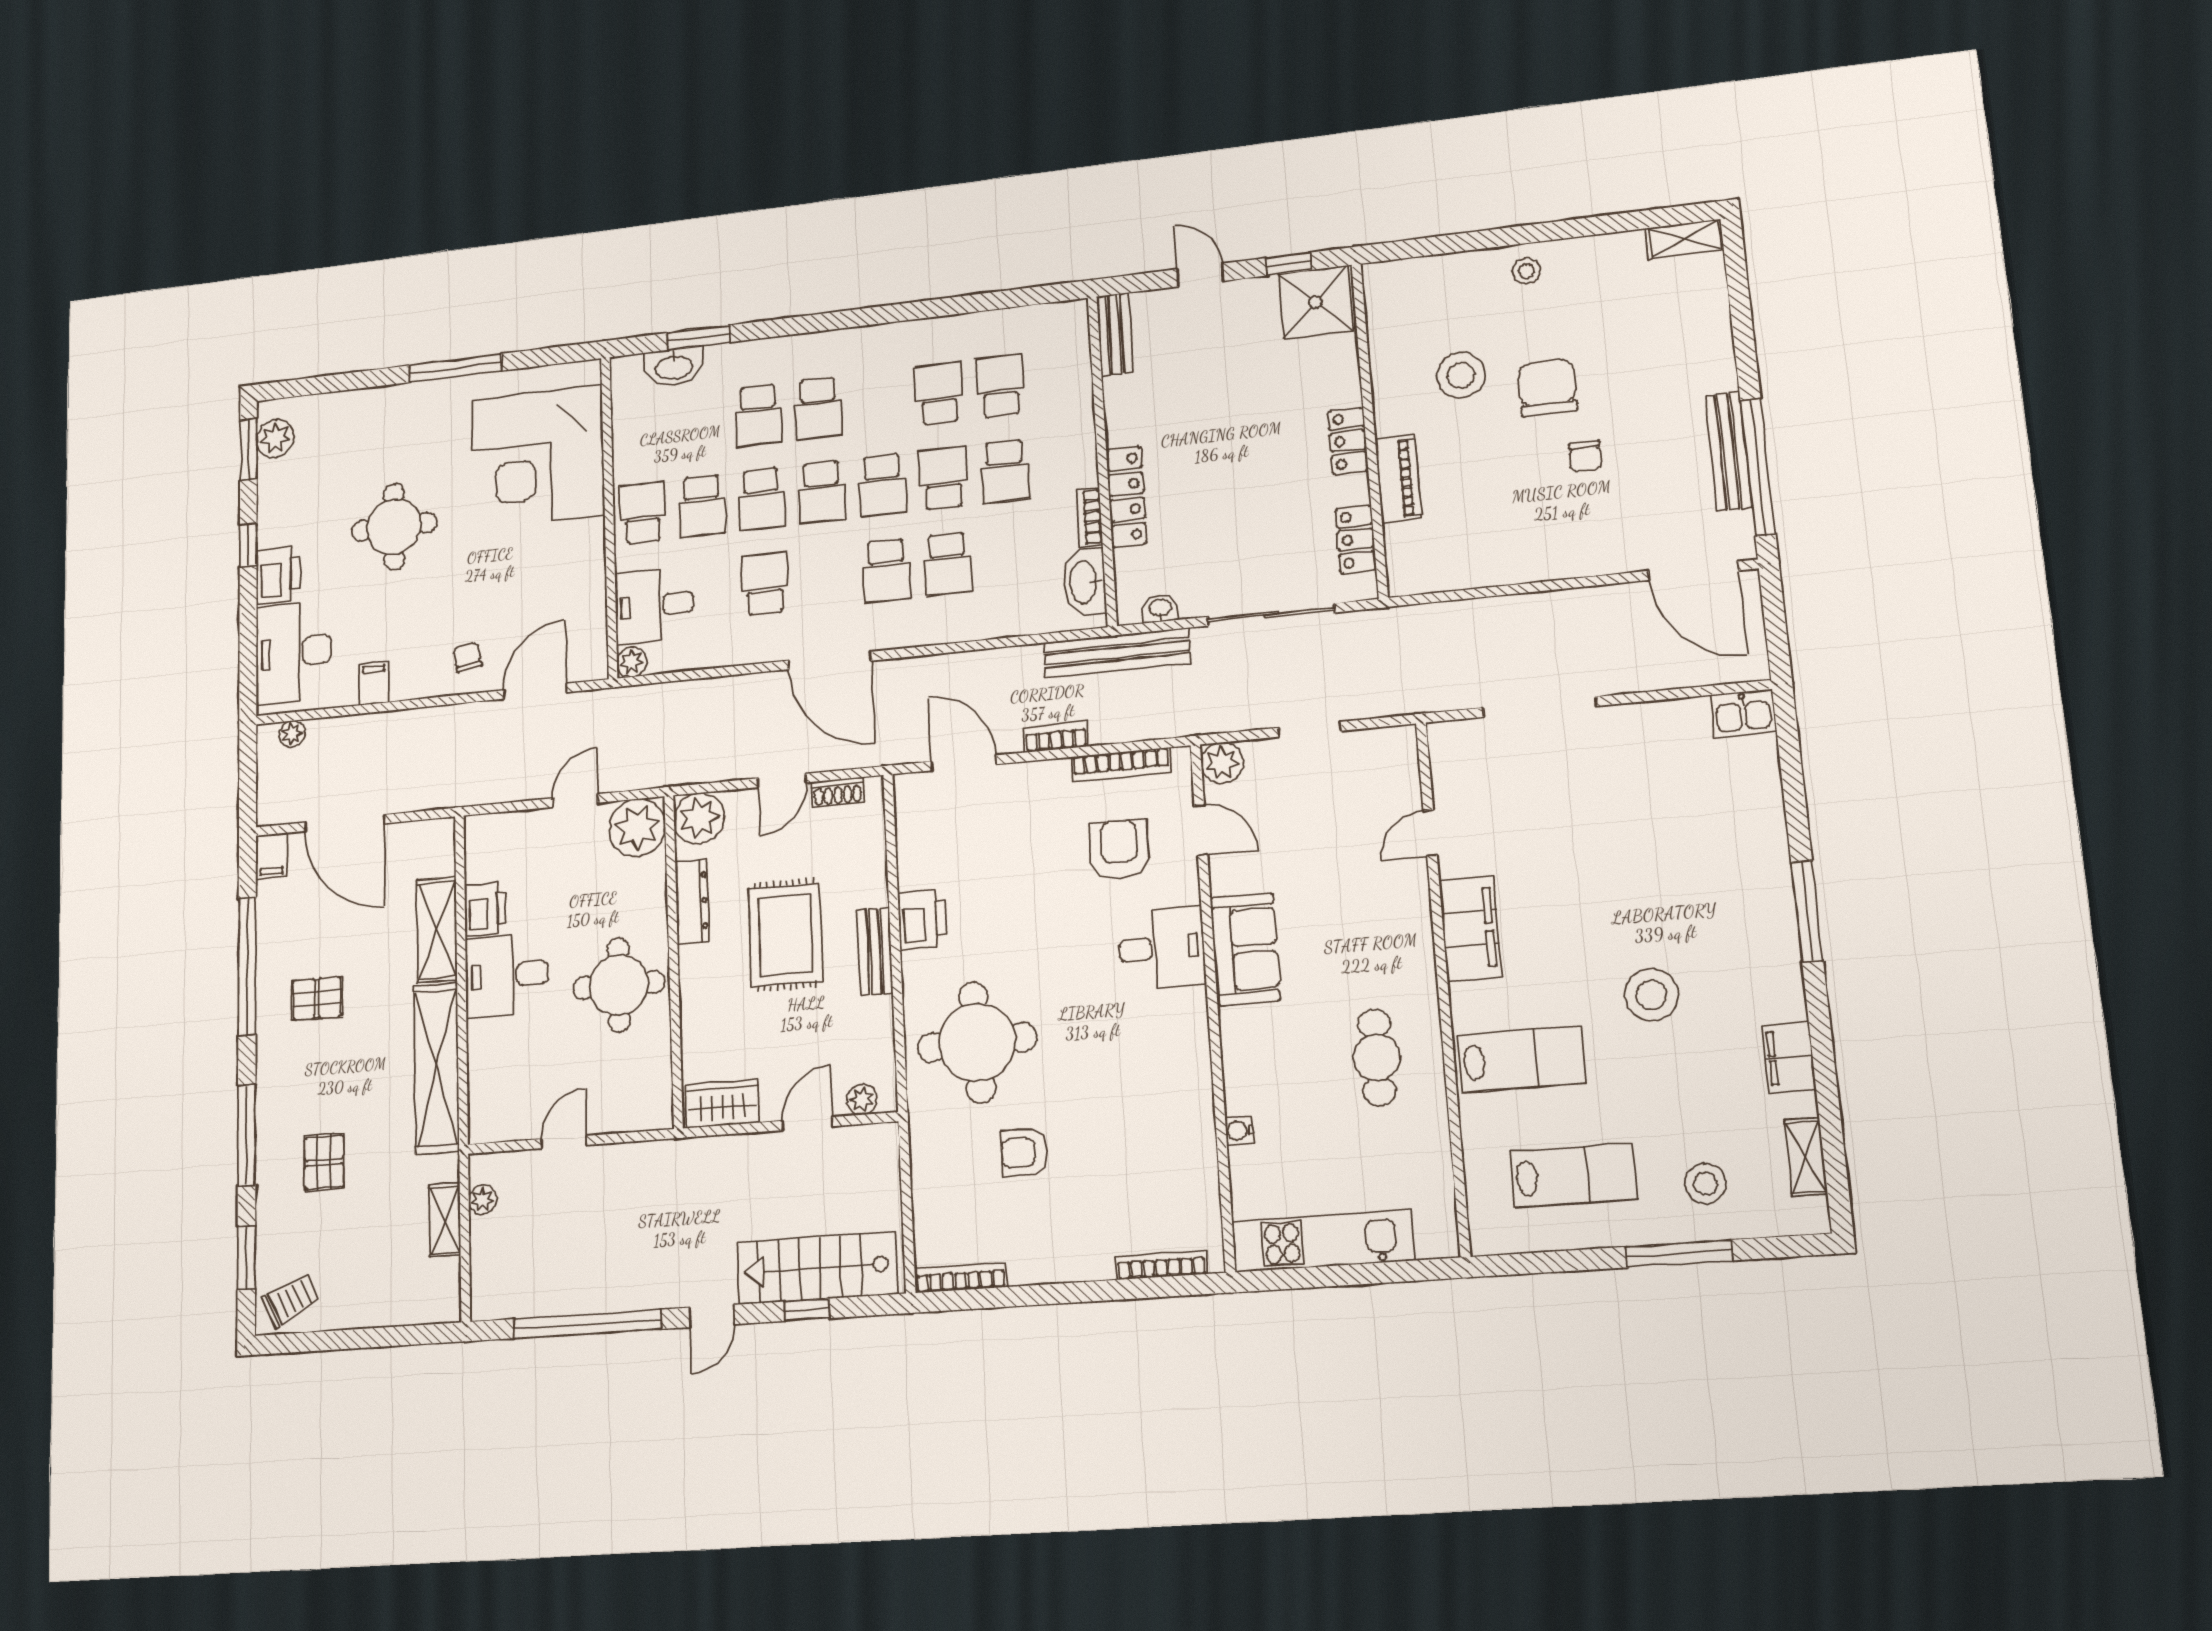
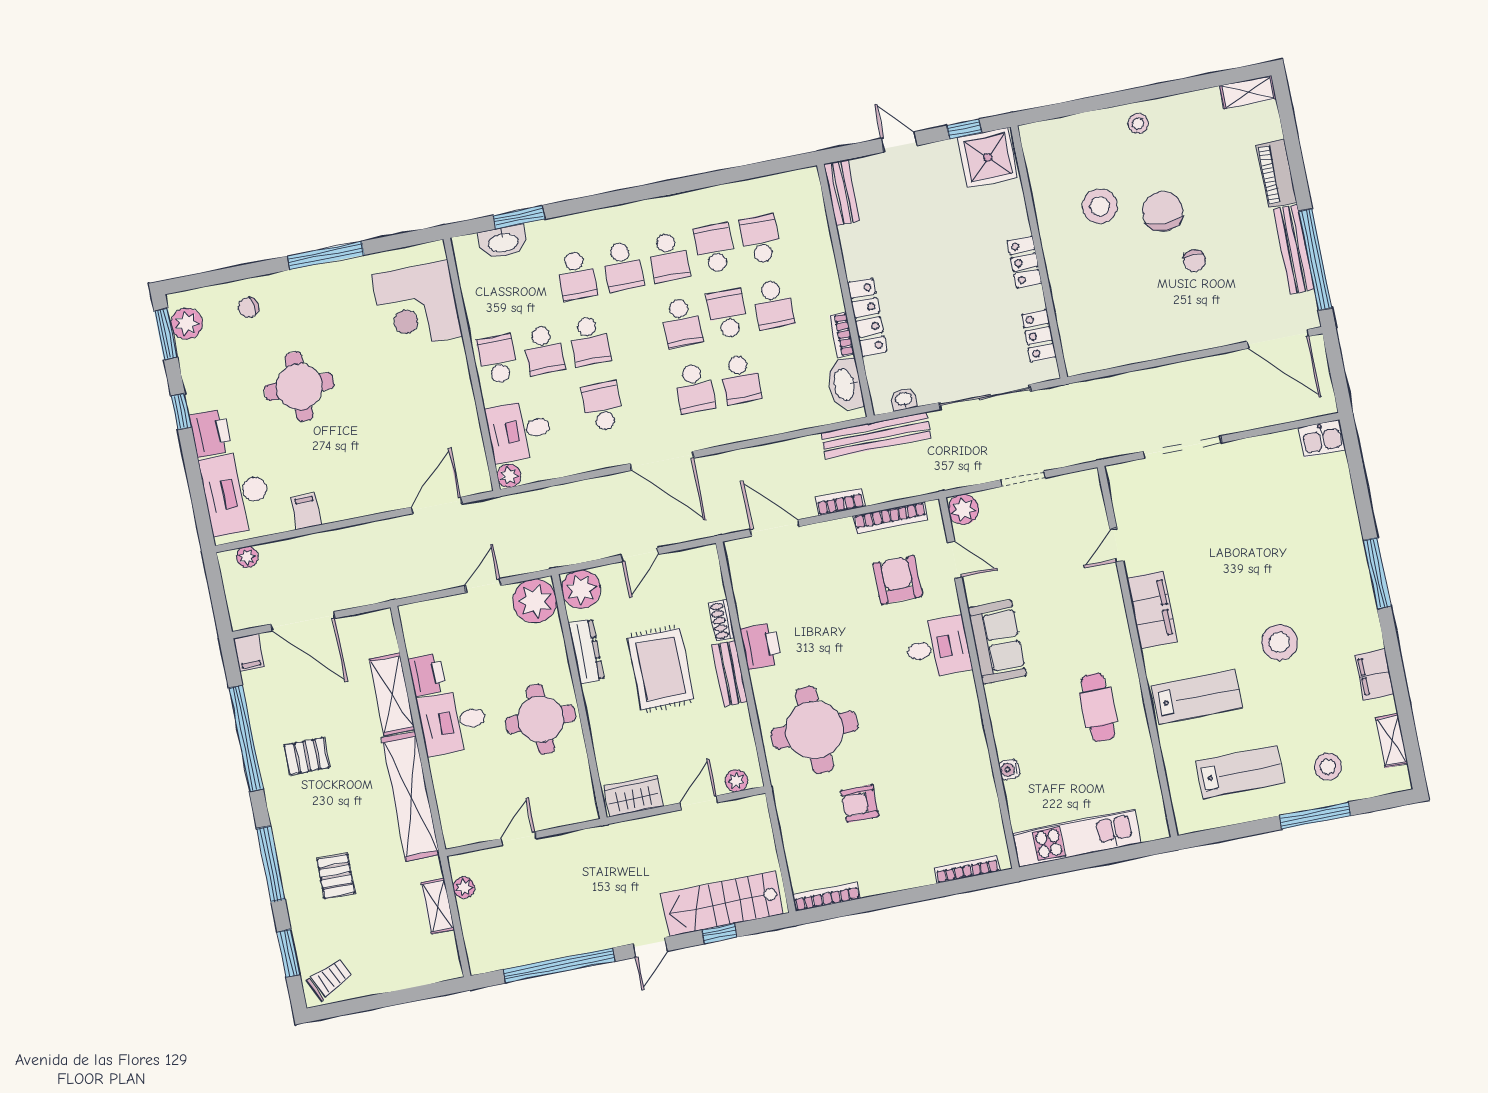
corner desk: (538, 457) -> (417, 305), width x0.74, depth x0.74
piano: (1398, 479) -> (1276, 174), moved, turned 180
school desk: (822, 492) -> (669, 257), moved
chair: (467, 657) -> (248, 307), moved, turned -88
shoe rack: (838, 792) -> (722, 620), moved, turned 90

